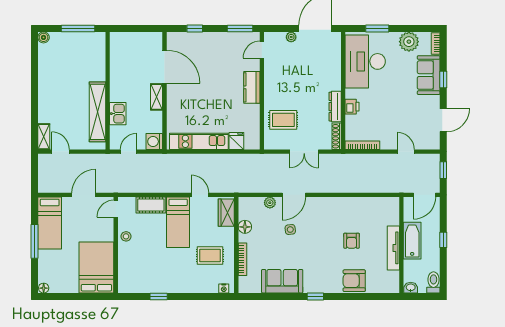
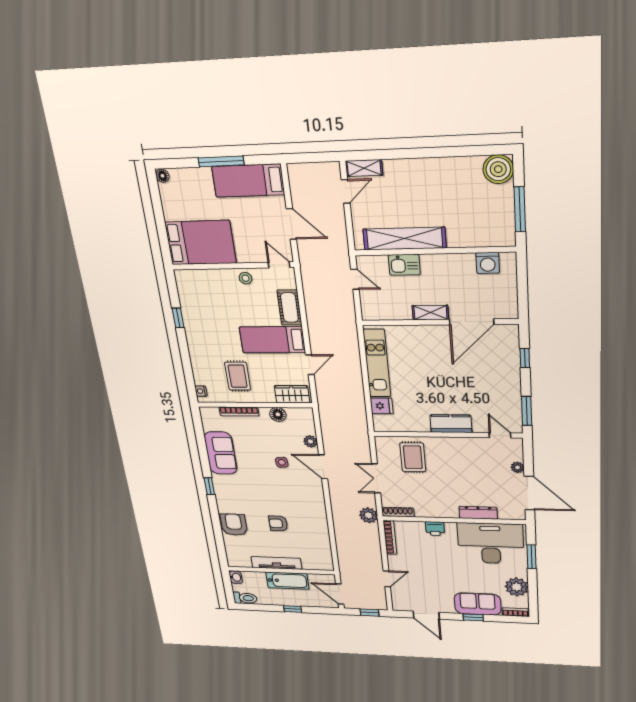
boiler: (44, 37) -> (498, 169), width x1.86, depth x1.86
dresser: (335, 107) -> (478, 513), moved
washing machine: (154, 141) -> (488, 263), moved, turned 180
plant: (341, 161) -> (368, 515), added

